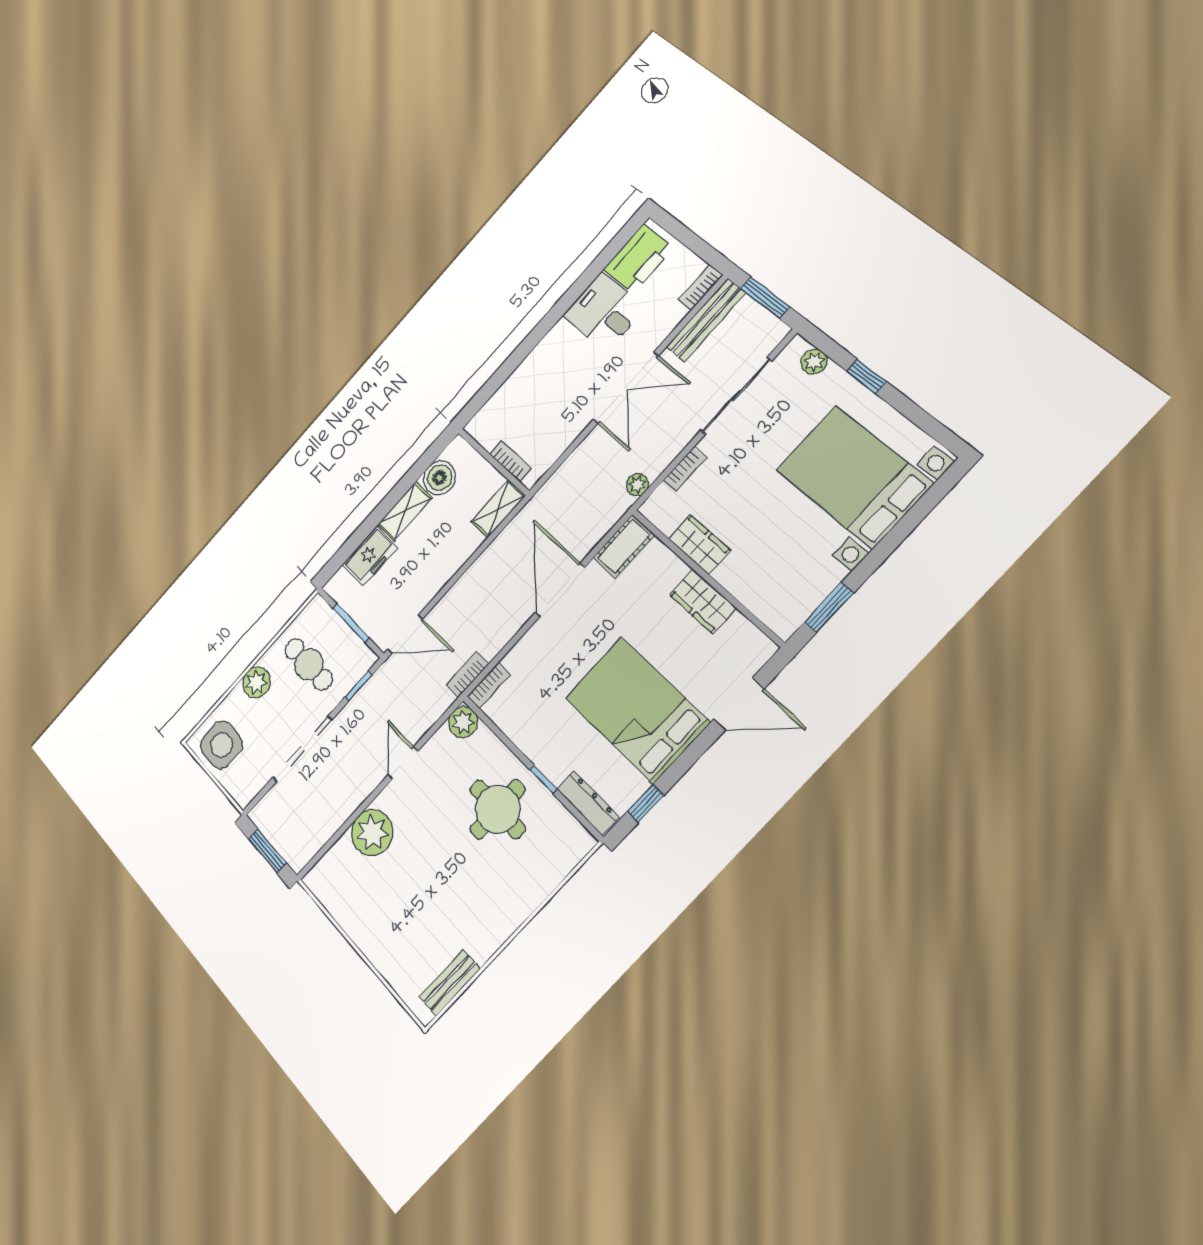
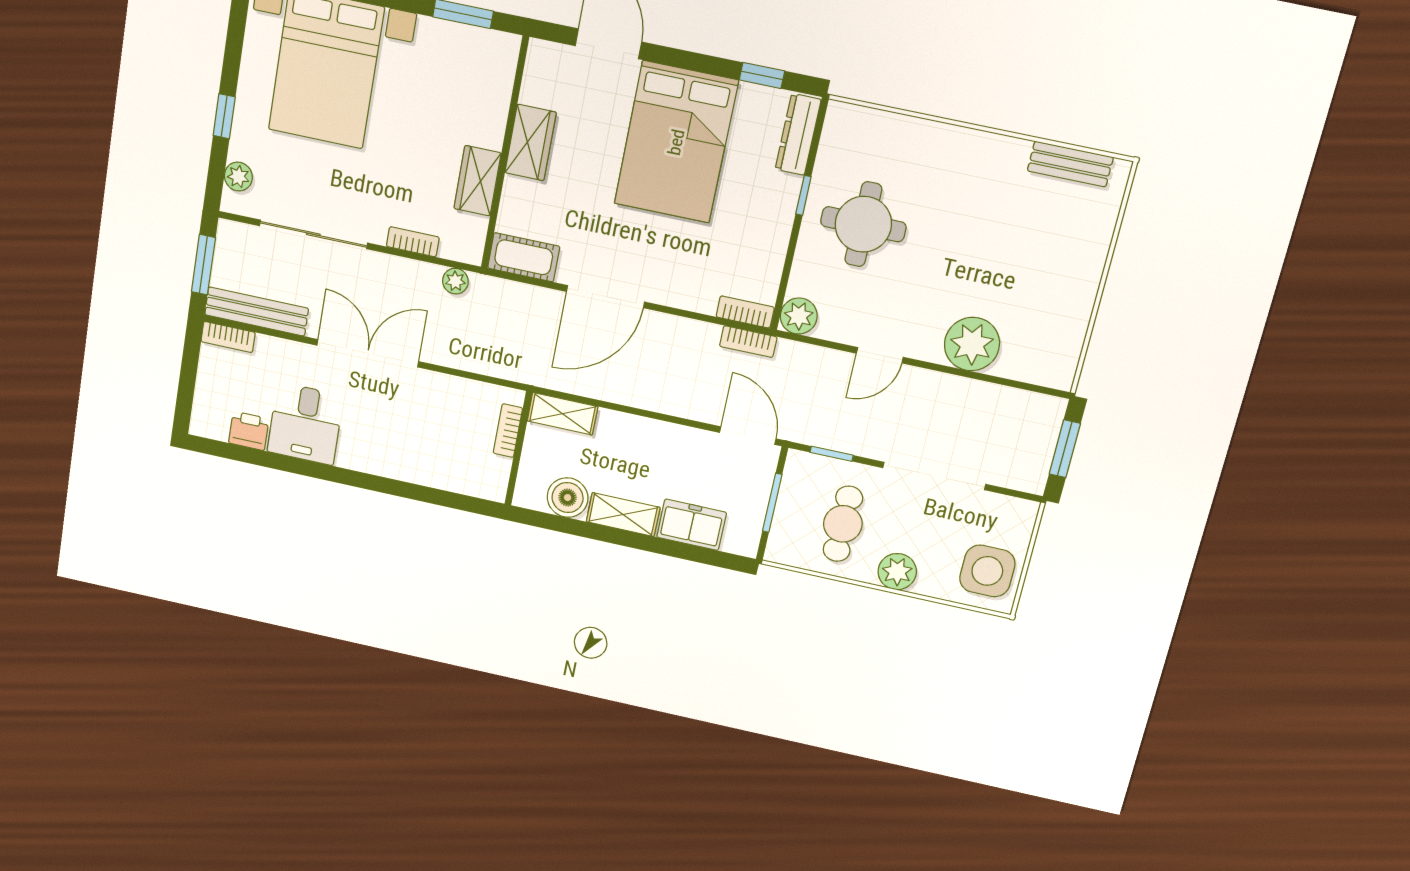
printer: (639, 259) -> (249, 431), width x0.53, depth x0.68

